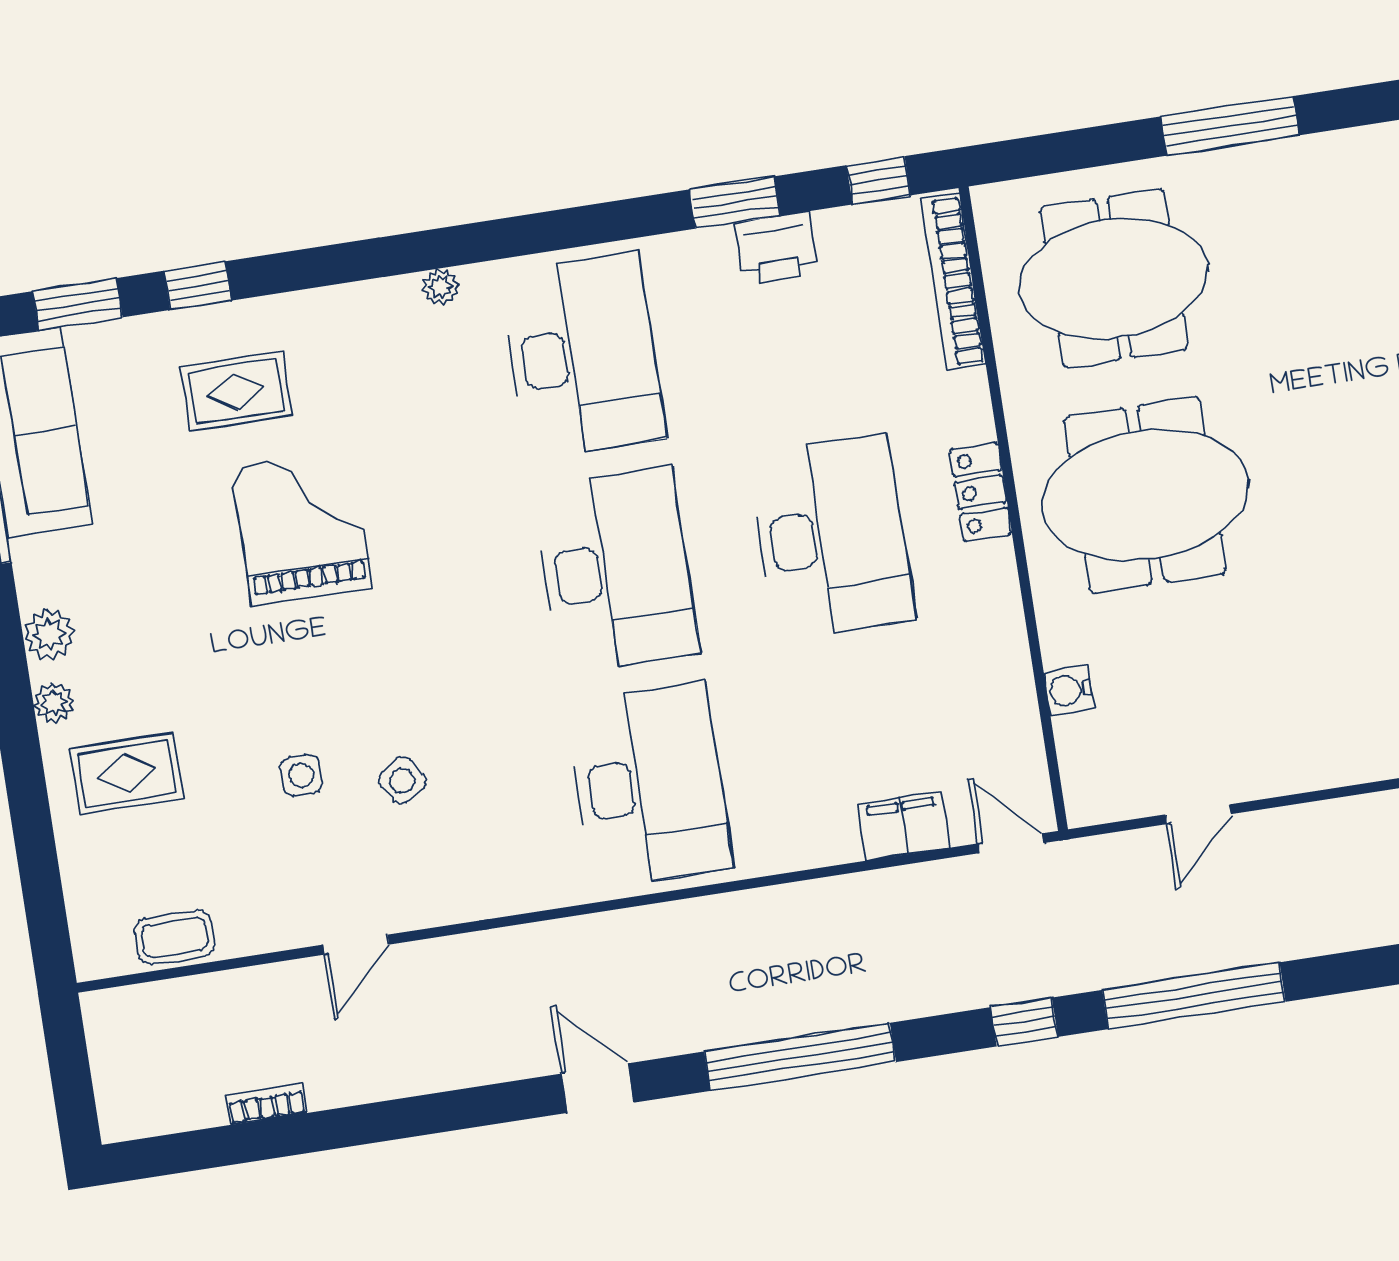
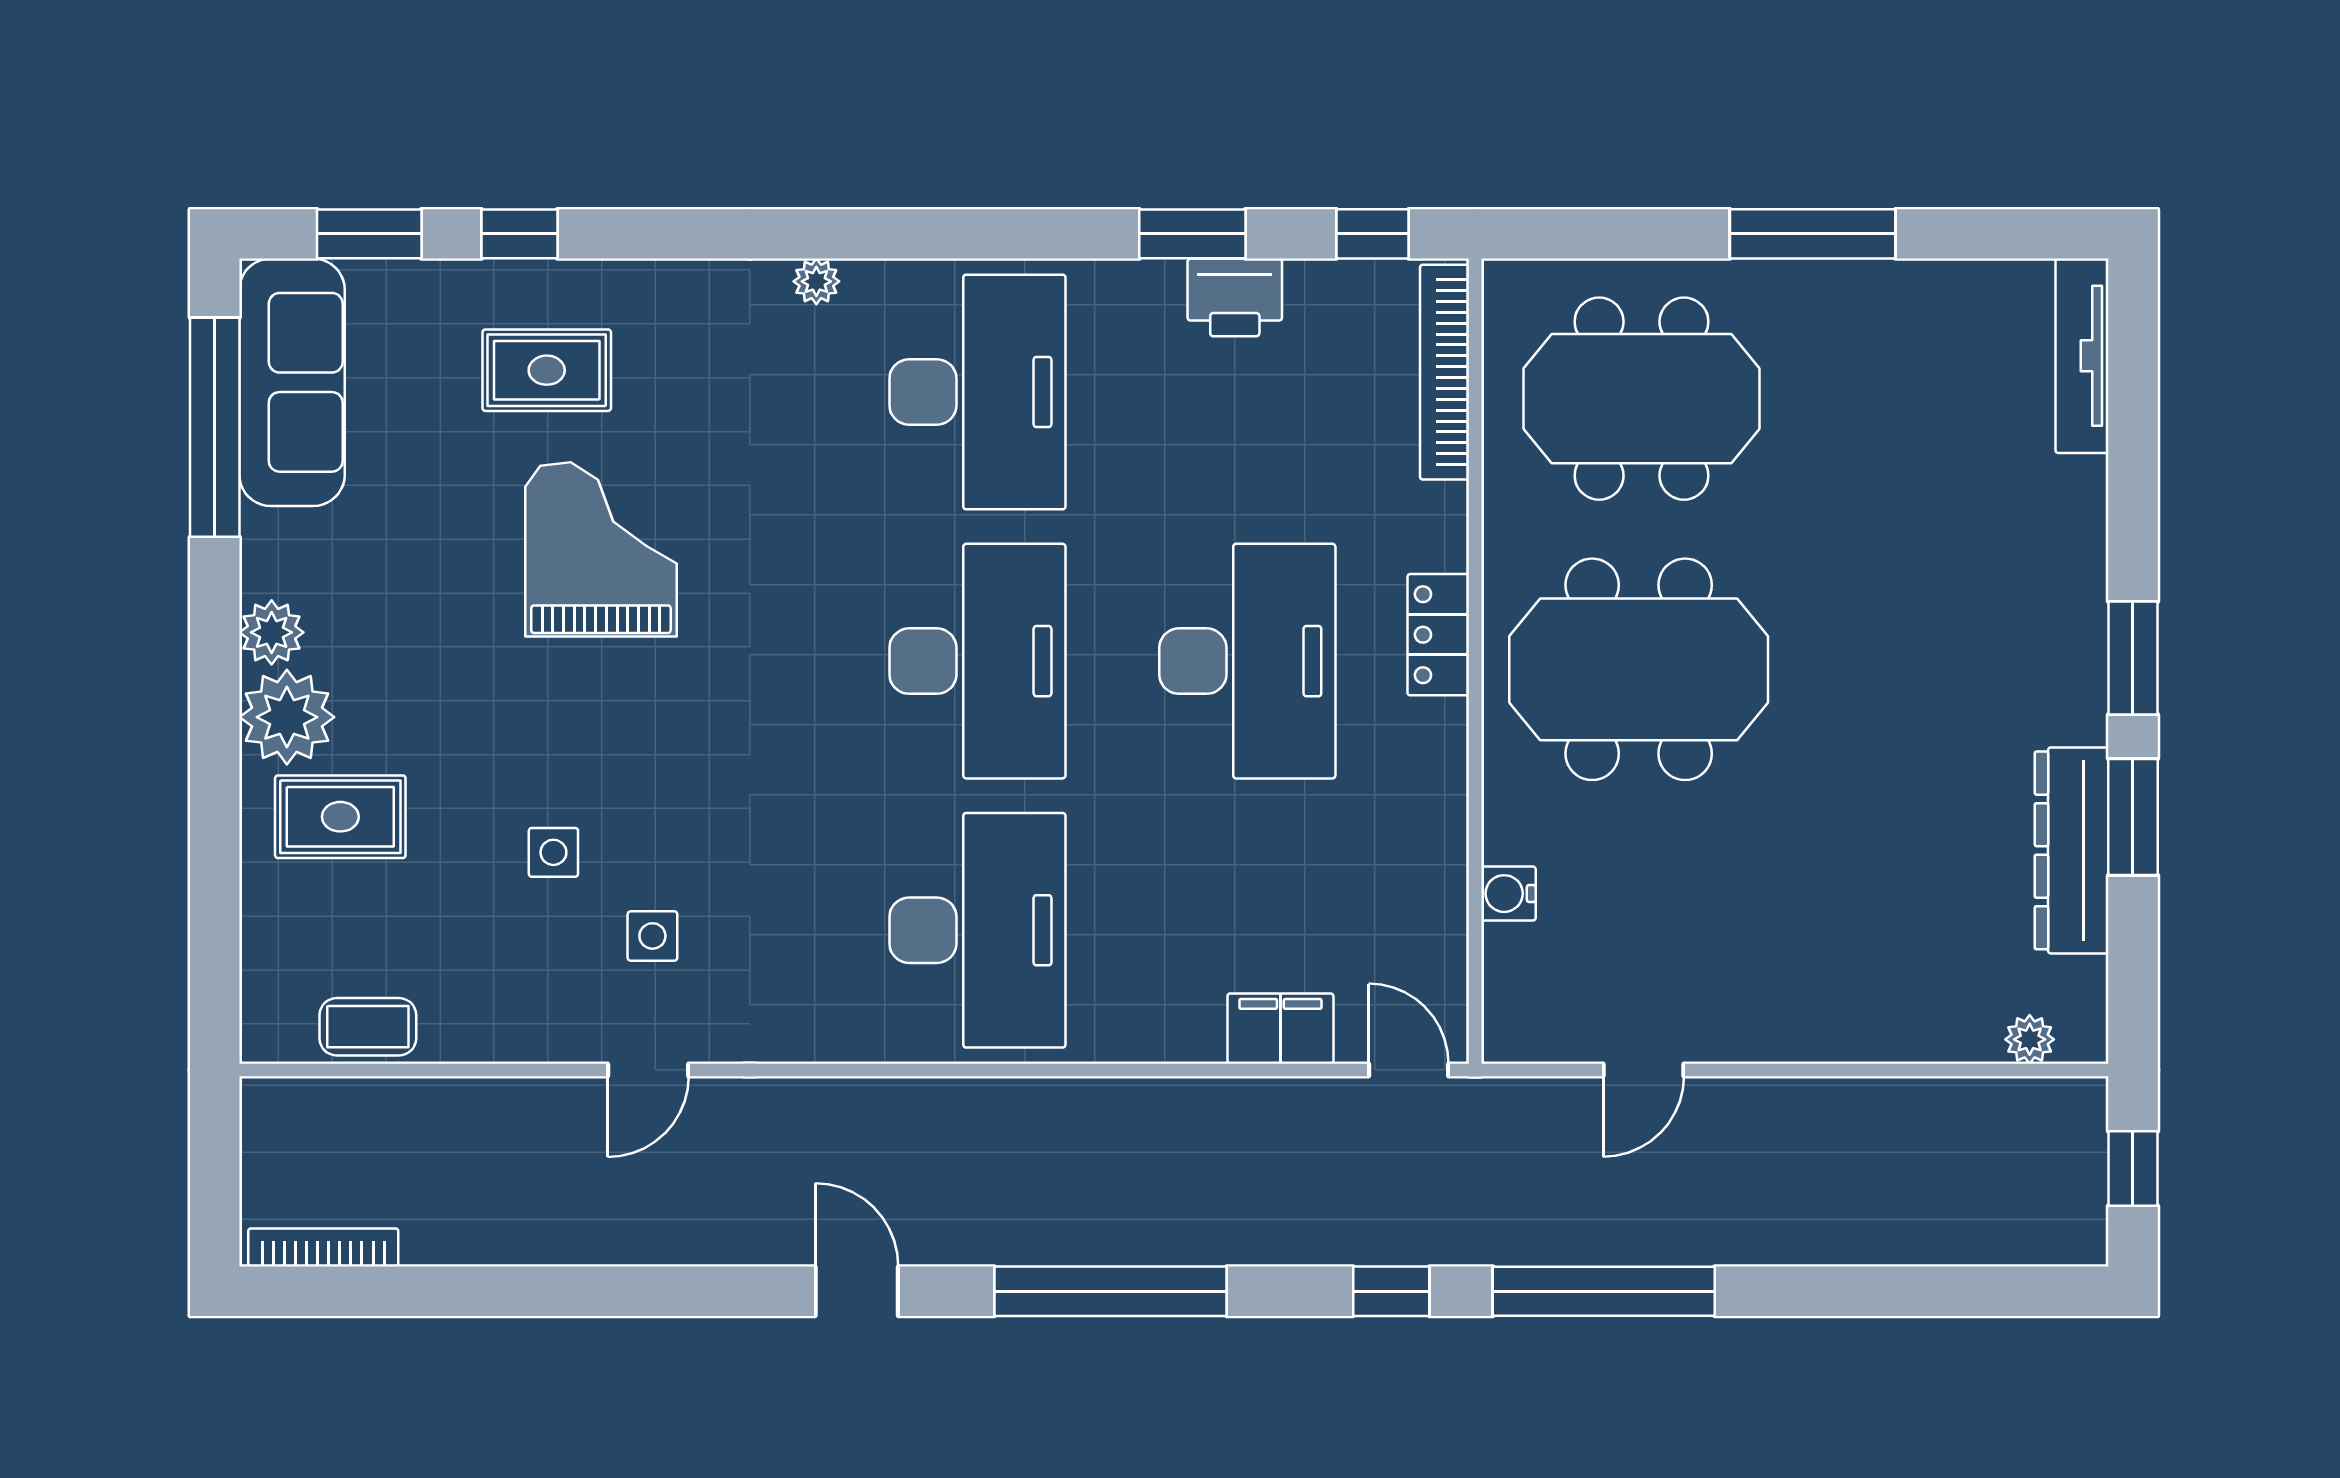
plant: (54, 703) -> (287, 717), width x1.88, depth x1.88
side table: (402, 780) -> (652, 936), moved, turned 33
door: (356, 945) -> (648, 1070), moved
bookcase: (267, 1104) -> (323, 1247), moved, width x1.56

